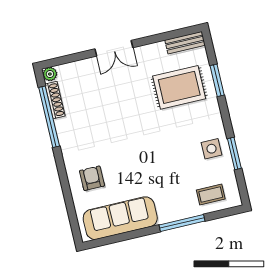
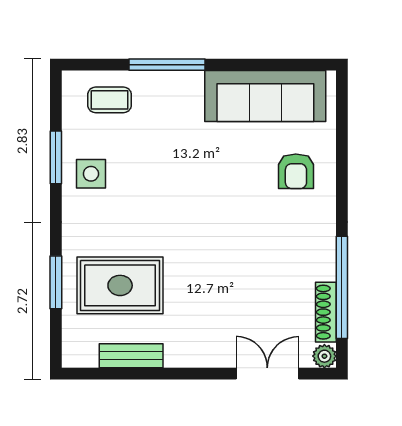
bench: (185, 43) -> (131, 356), moved
double door: (114, 48) -> (267, 374), moved

